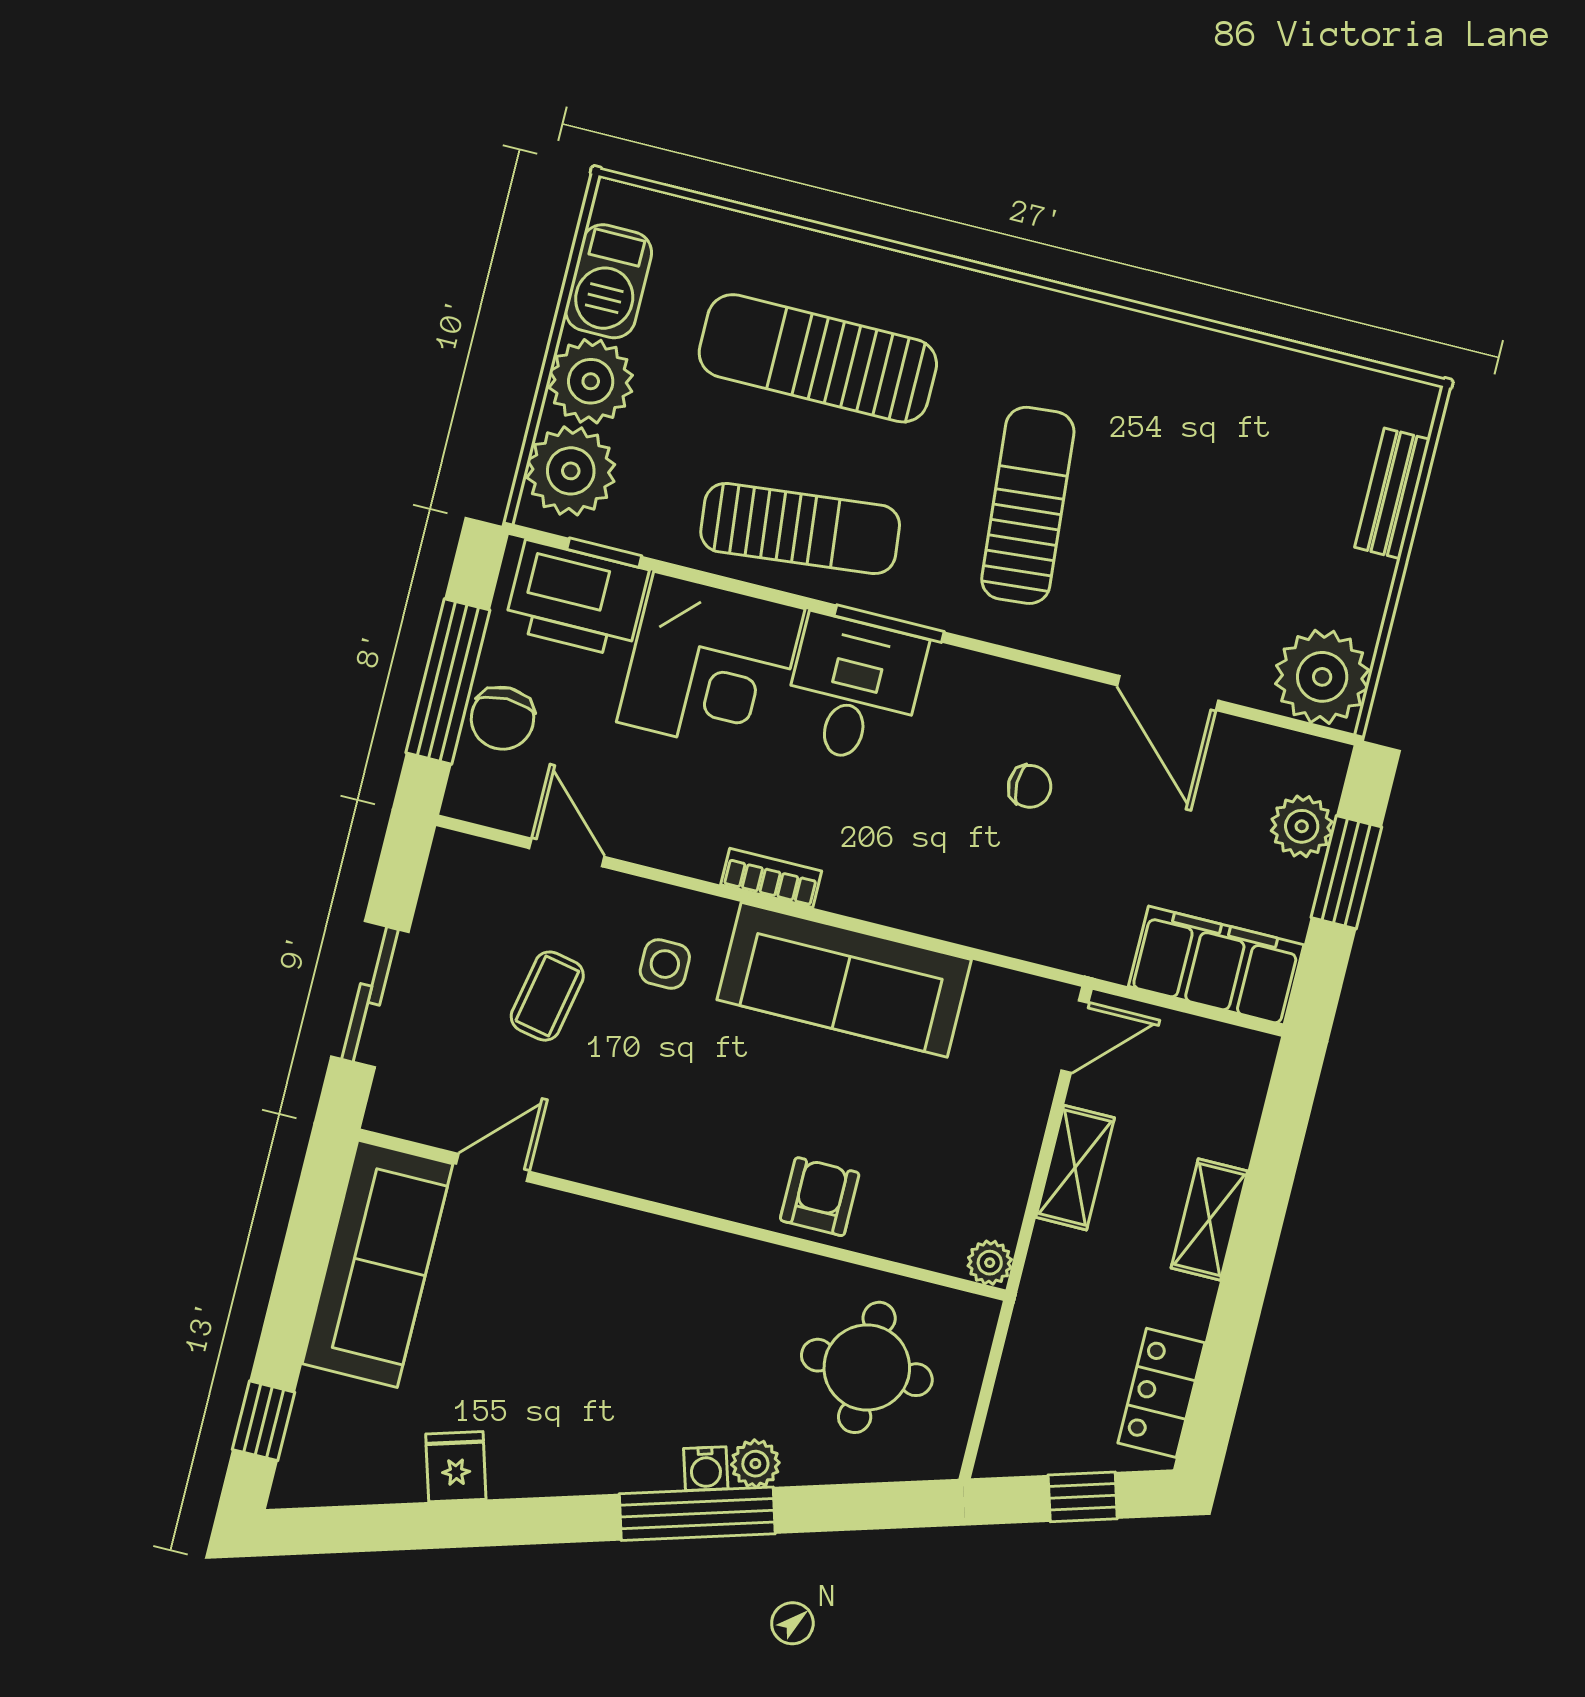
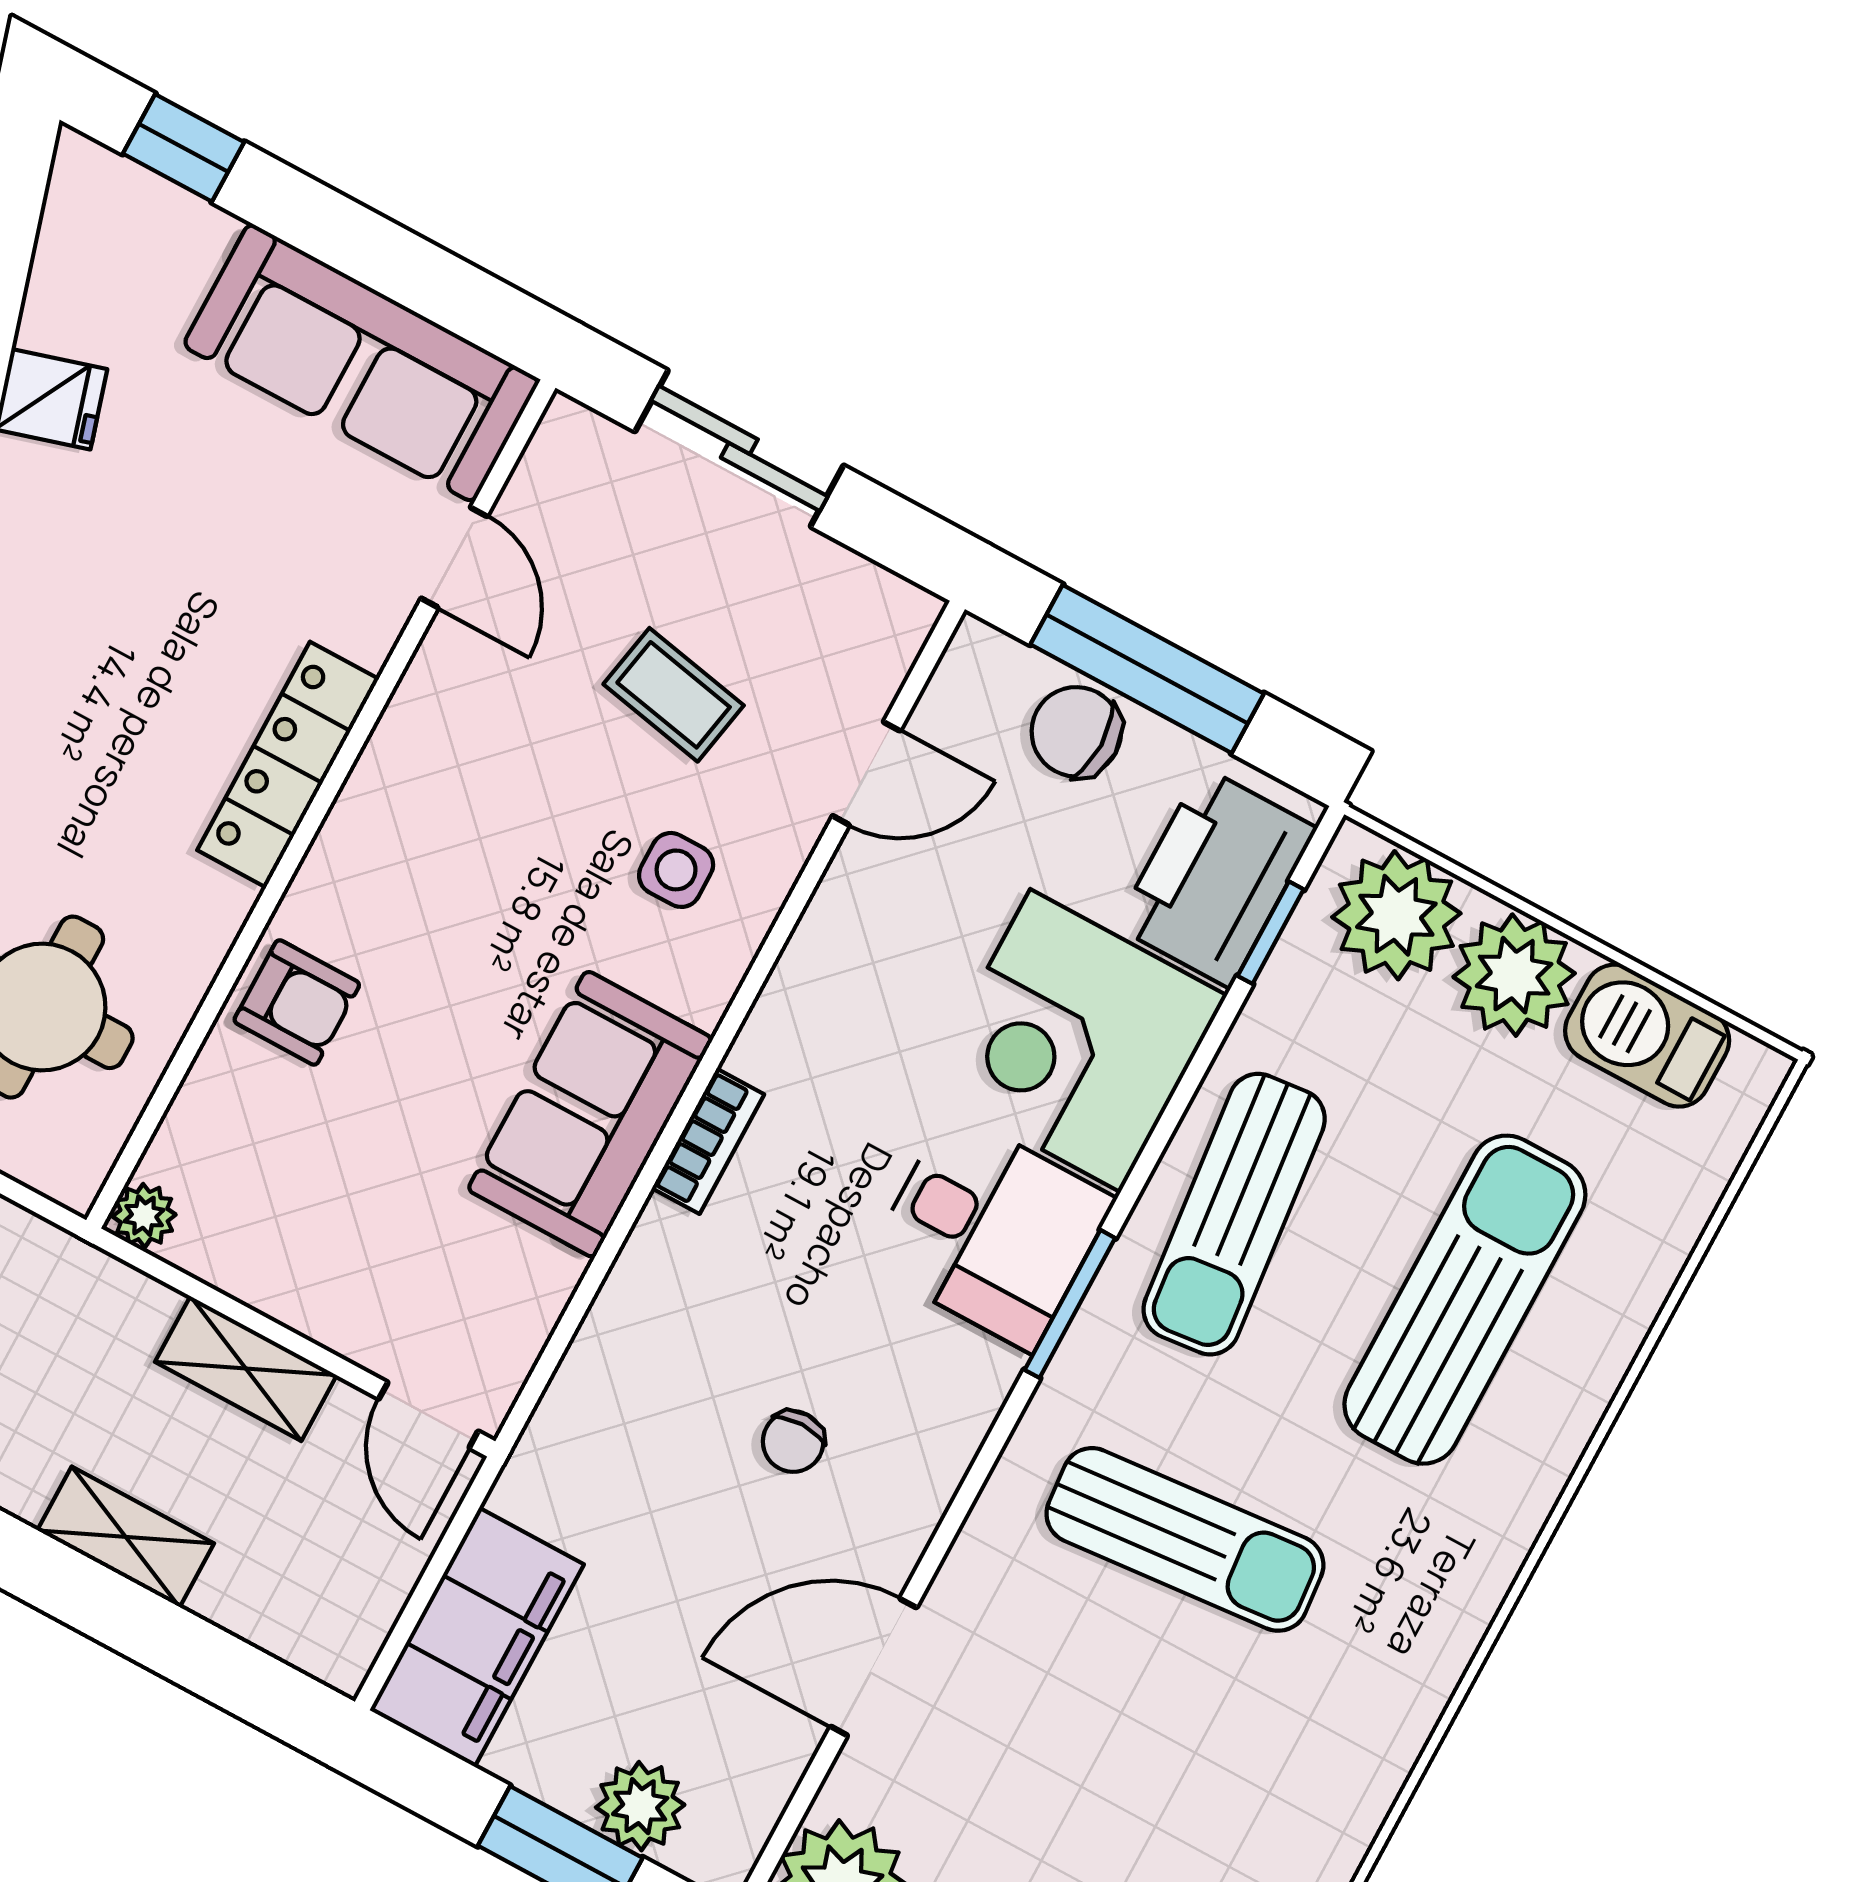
bookcase: (771, 878) -> (708, 1141), moved
sofa: (844, 980) -> (590, 1114), width x0.73
locker: (661, 1244) -> (288, 765), added

